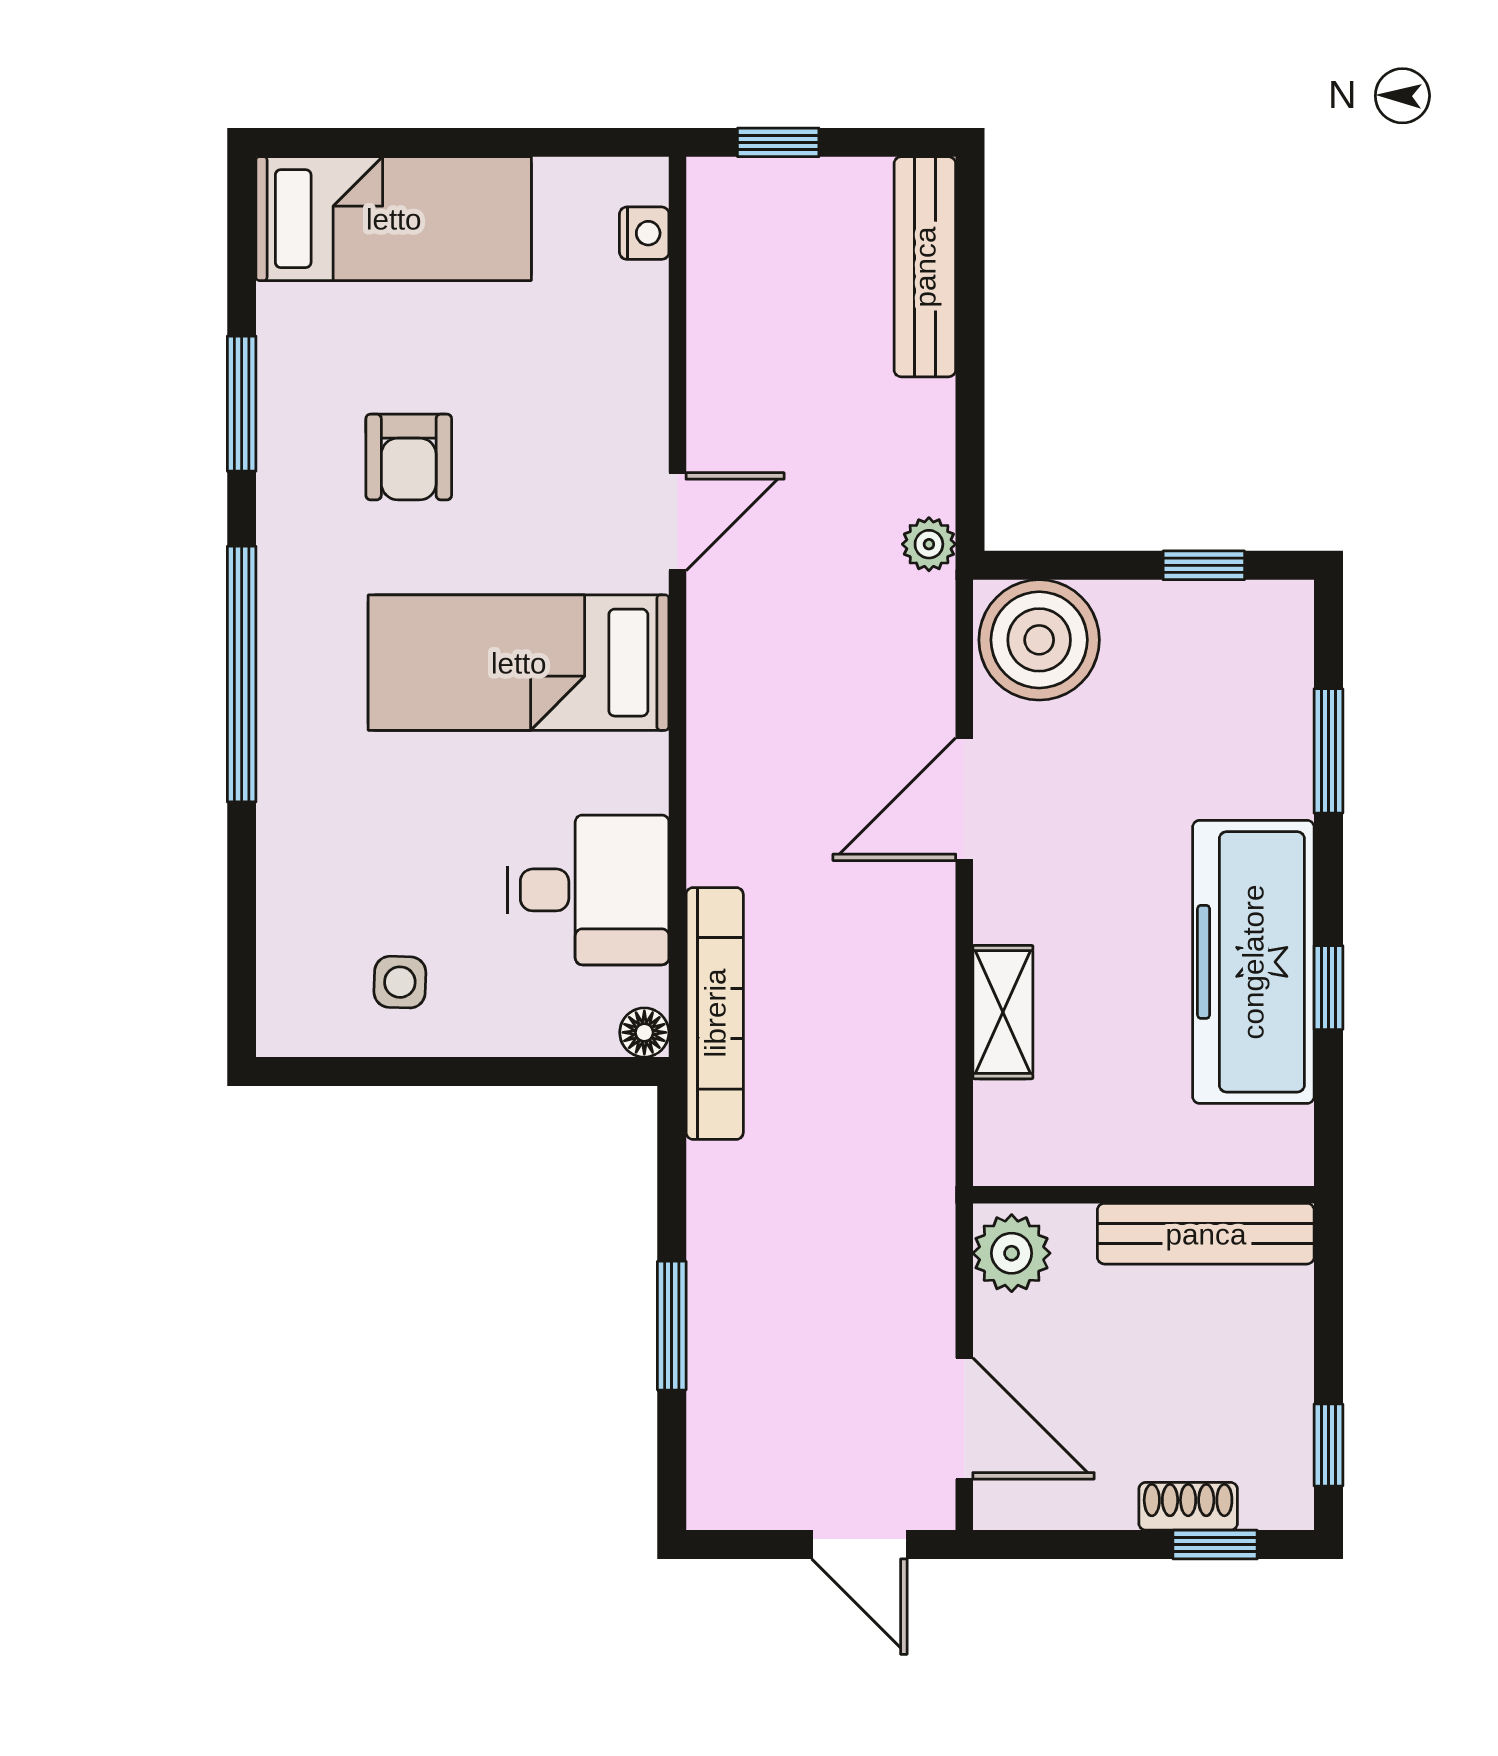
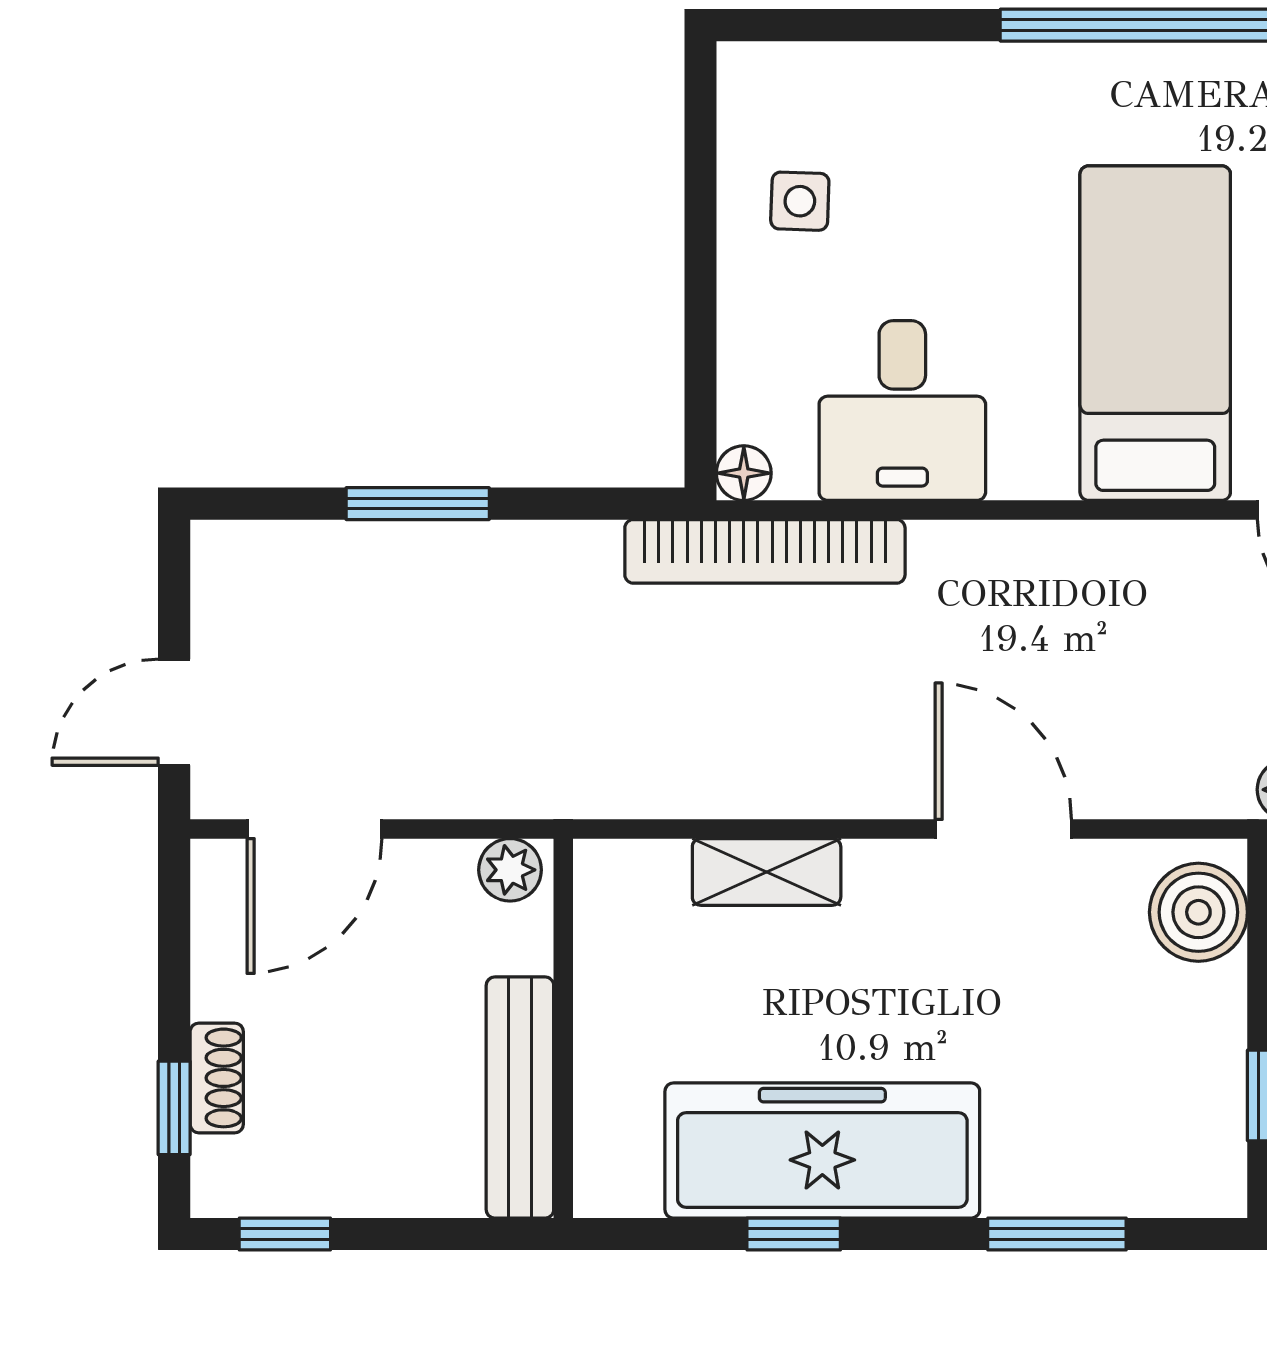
boiler: (1039, 640) -> (1198, 912), width x0.73, depth x0.73
plant: (1012, 1253) -> (510, 870), width x0.73, depth x0.73

